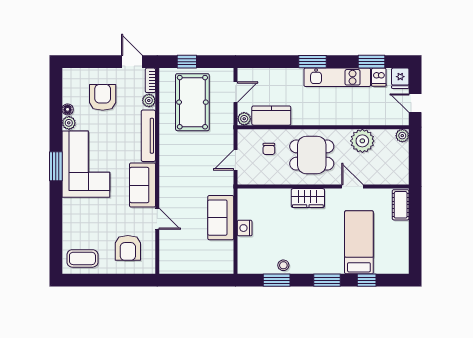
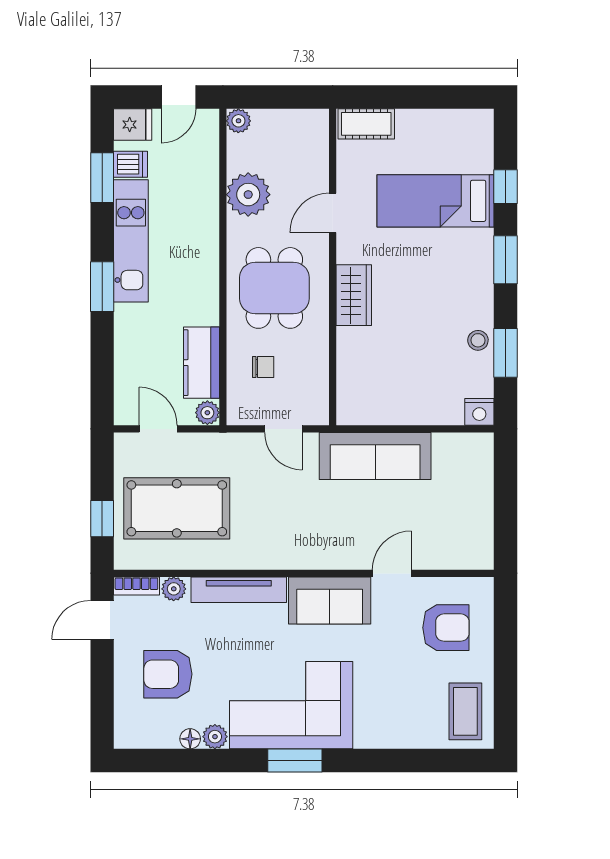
sofa: (221, 218) -> (375, 456), width x1.36
nightstand: (245, 228) -> (479, 412), moved

